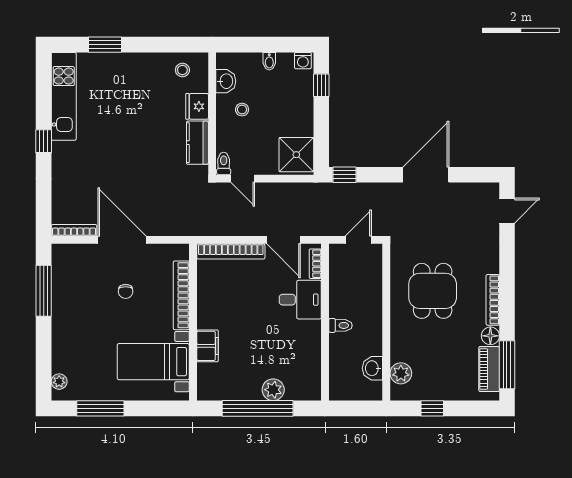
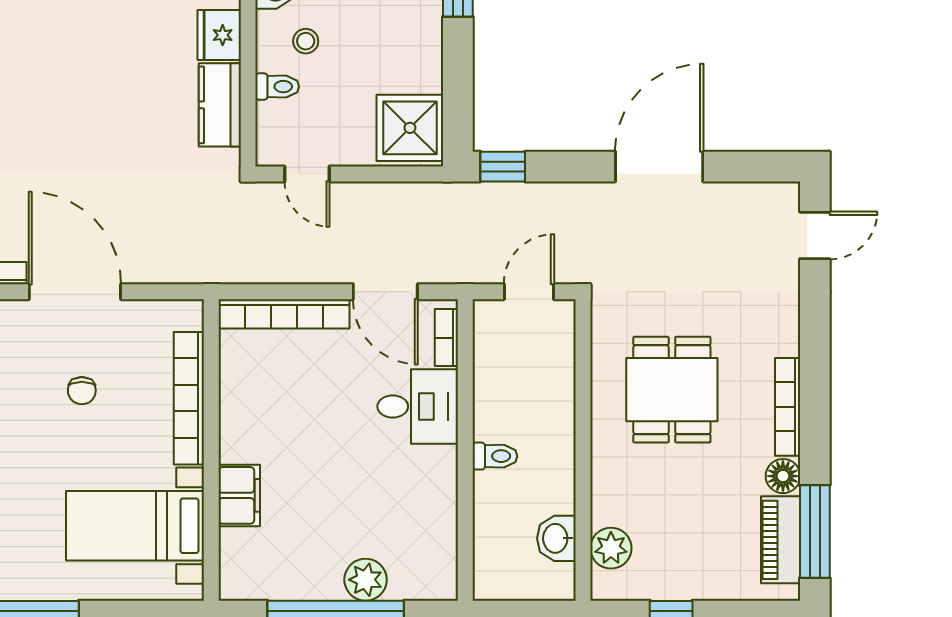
toilet: (224, 164) -> (277, 87), moved, turned 90

